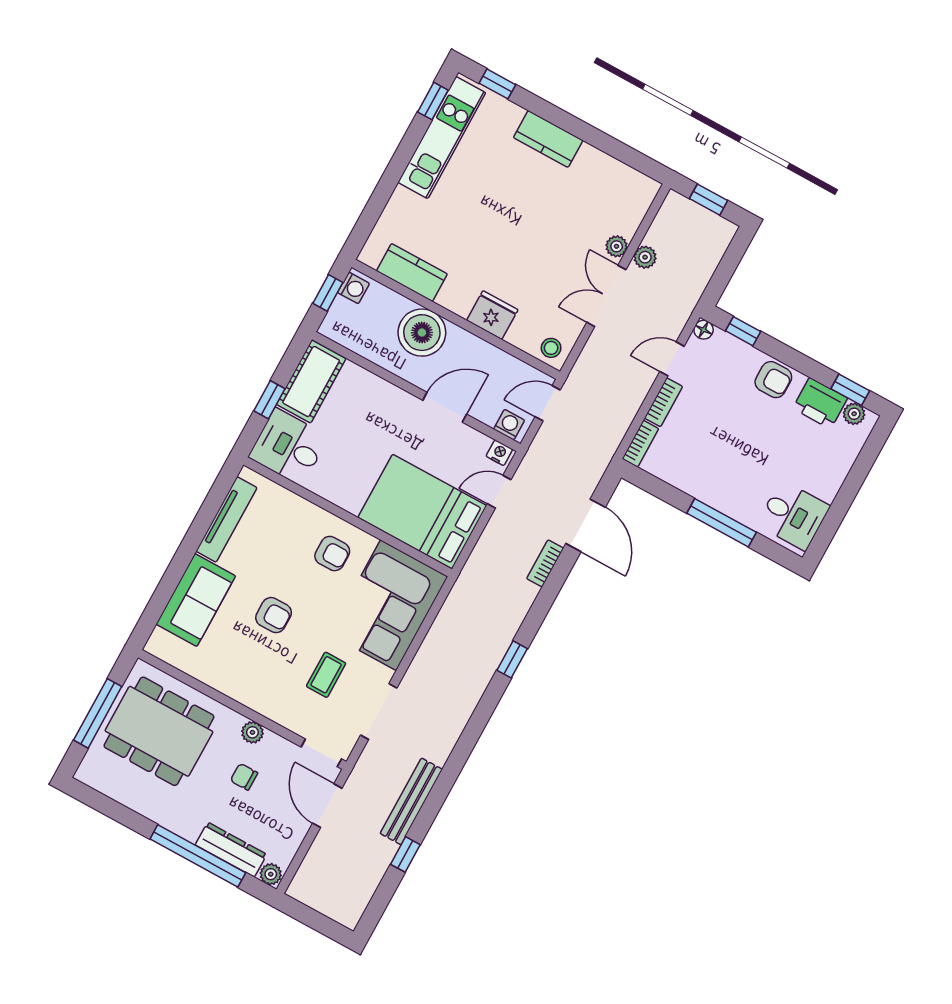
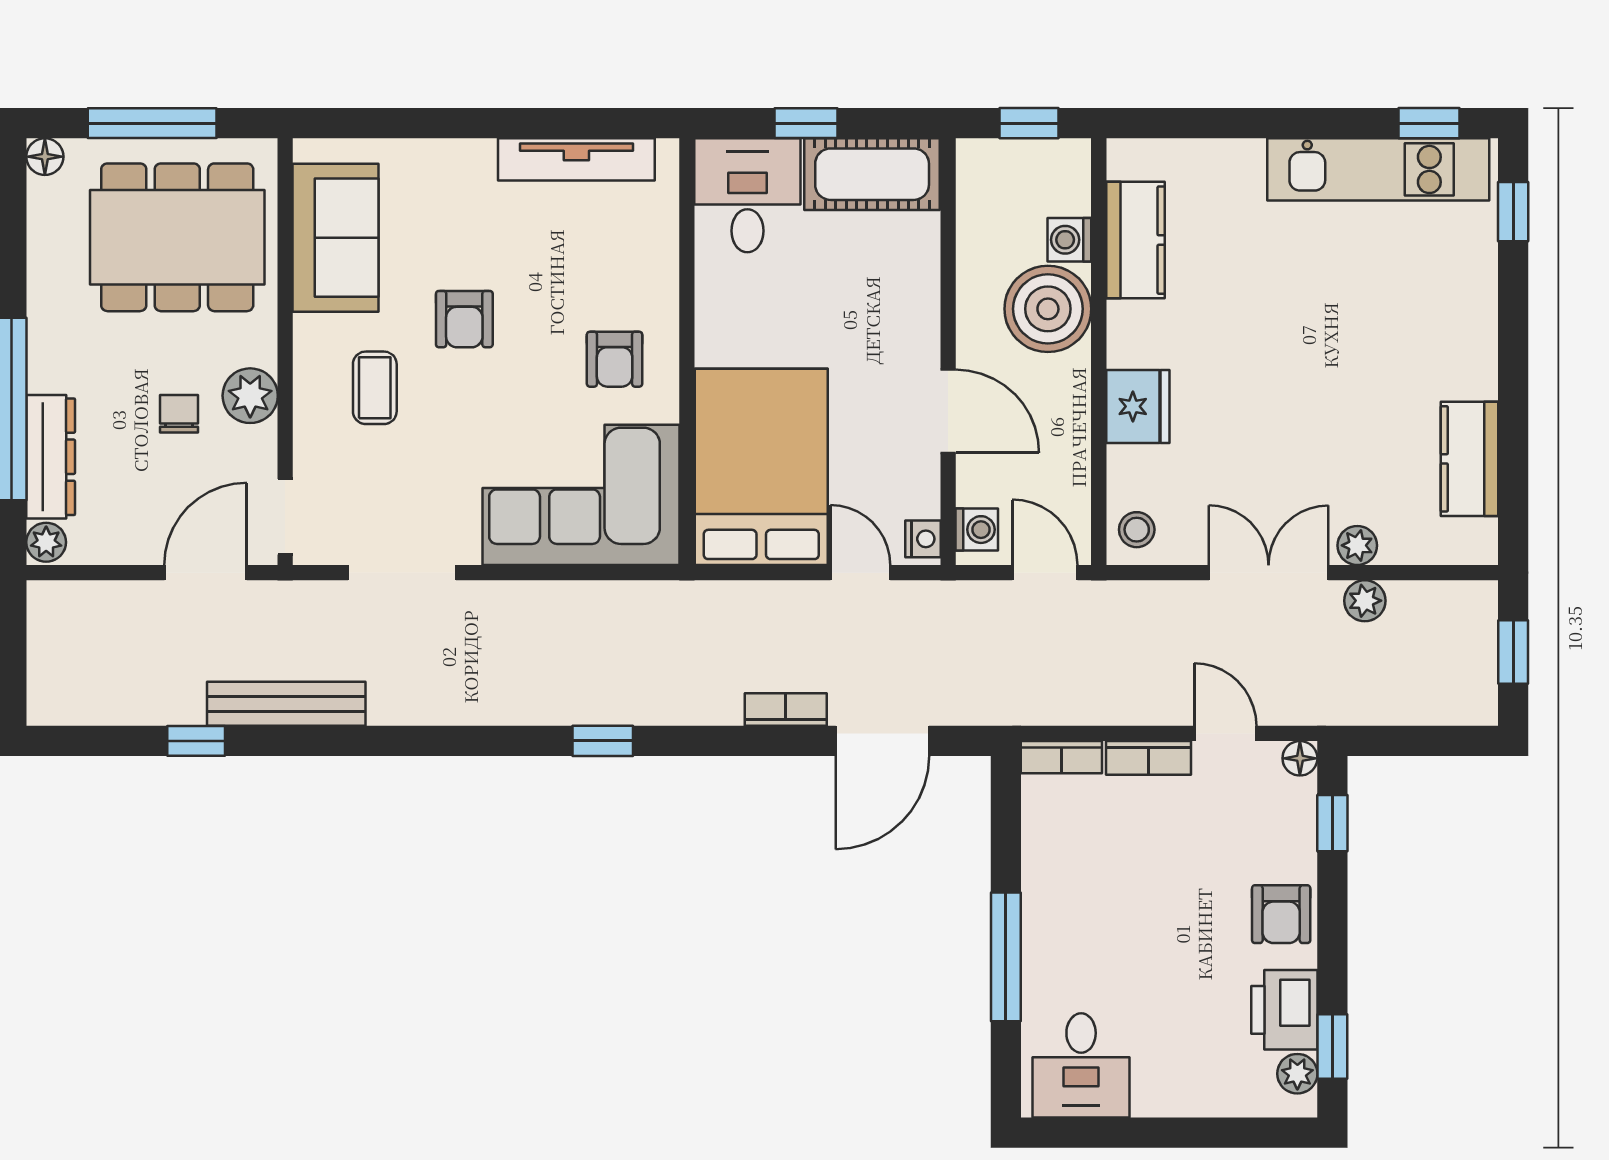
kitchen counter: (548, 139) -> (1469, 459), moved
washing machine: (353, 288) -> (1069, 240), moved, turned 90
sofa: (196, 600) -> (335, 238), moved, turned -90
coffee table: (326, 675) -> (375, 388), moved, turned 90
dining table: (159, 731) -> (177, 237), turned 90
plant: (252, 732) -> (250, 396), width x1.38, depth x1.38
floor lamp: (86, 774) -> (45, 157), added

